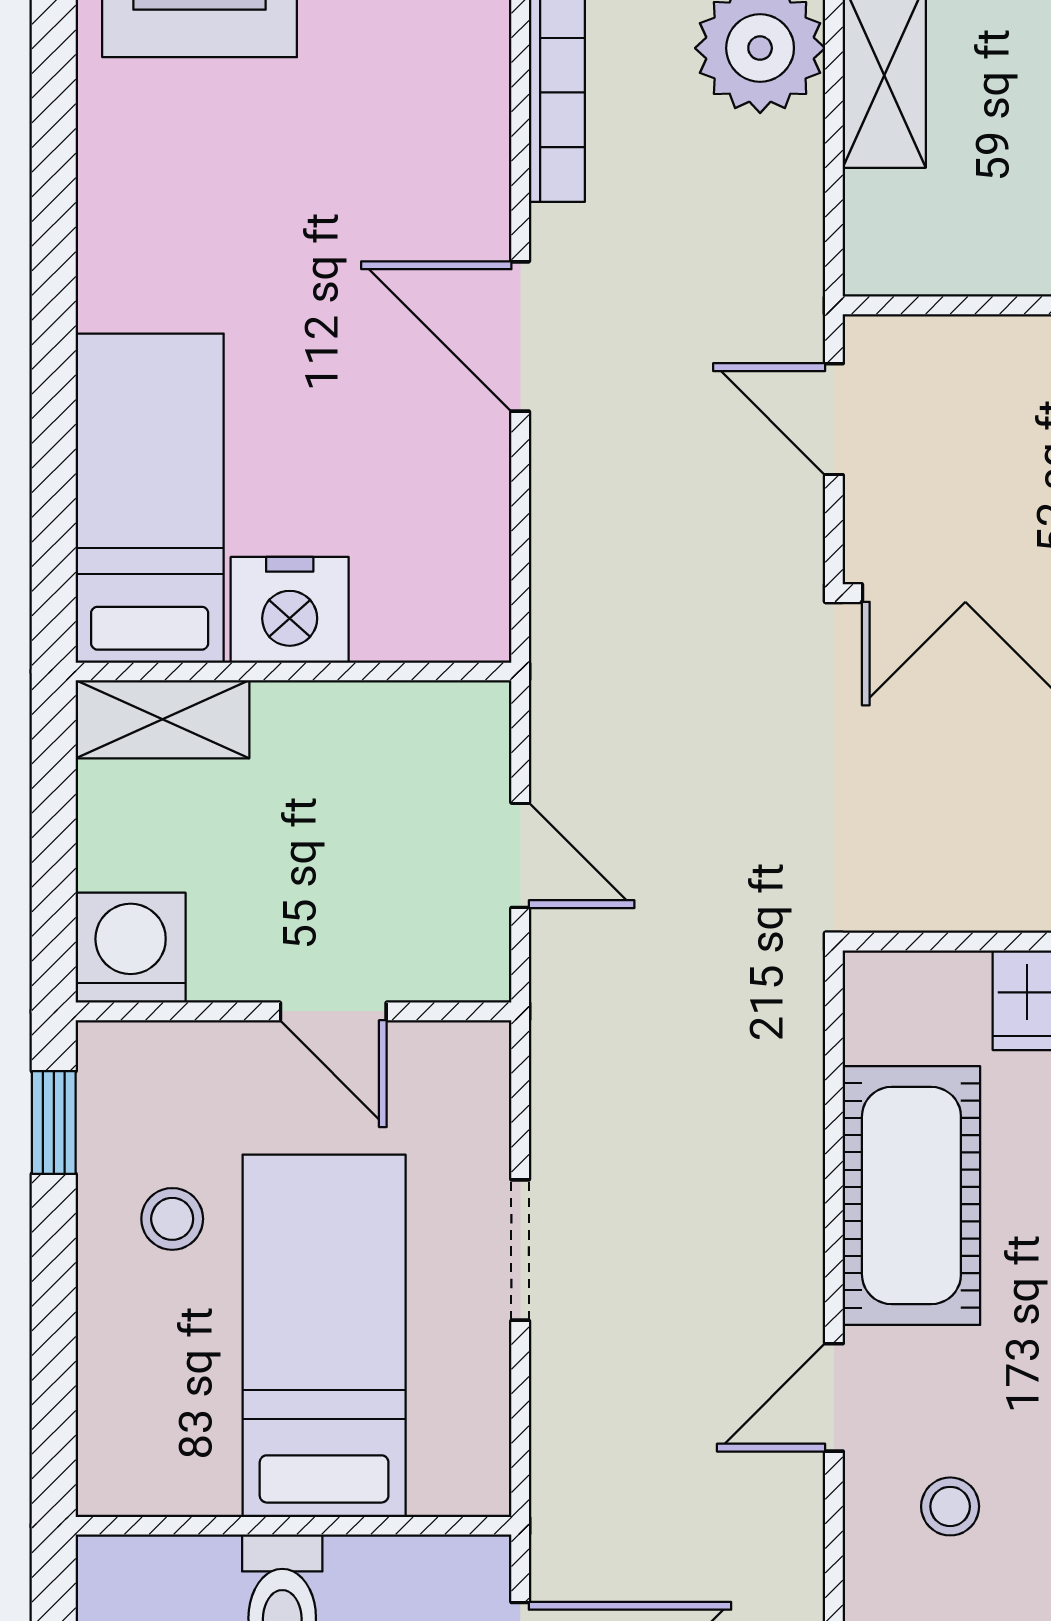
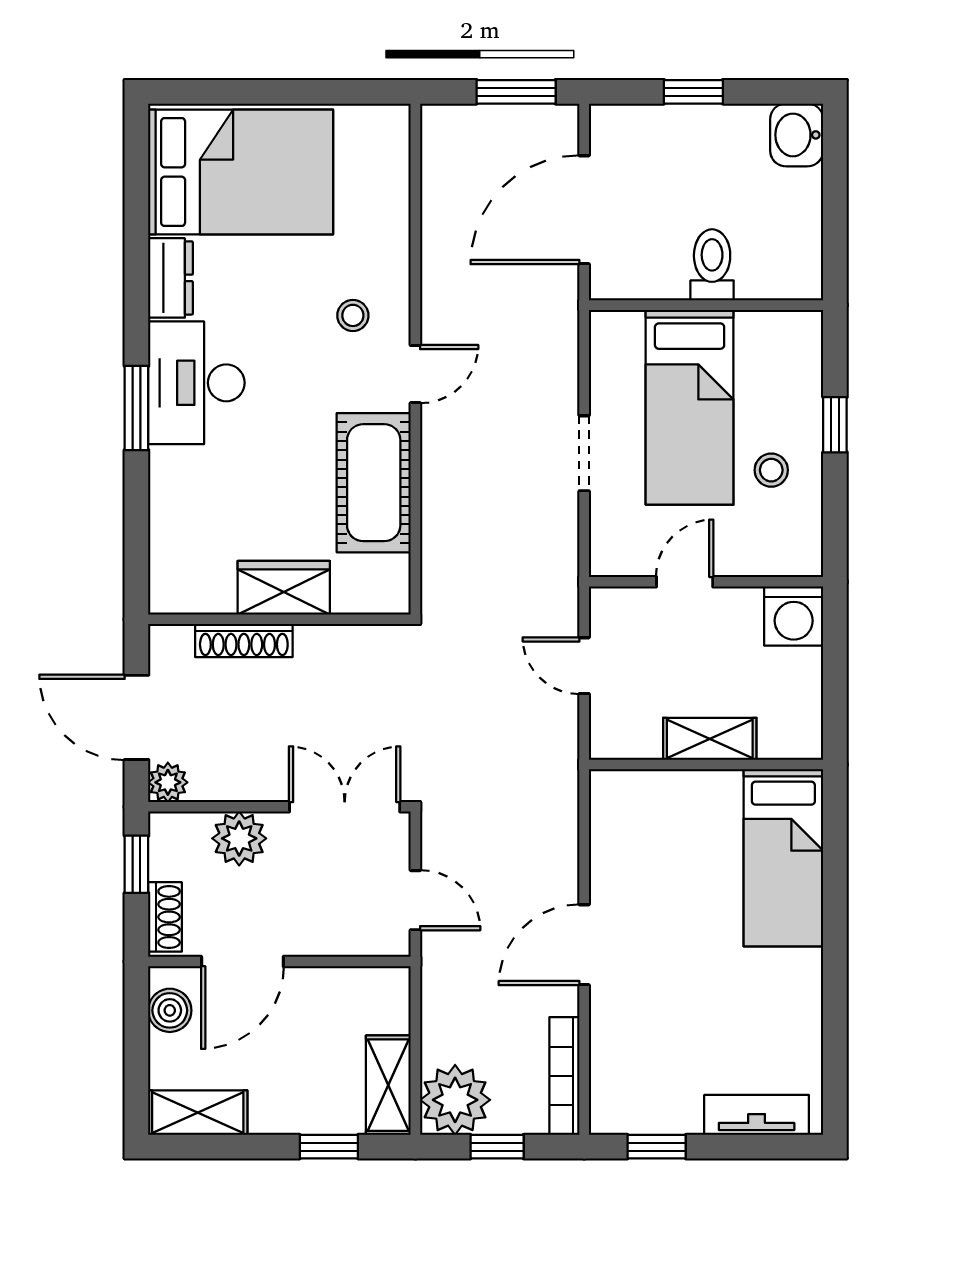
door: (520, 336) -> (584, 945), swing flipped
nightstand: (290, 610) -> (708, 798), removed
shelving: (162, 719) -> (710, 739), moved
door: (333, 1011) -> (685, 582), hinge flipped
window: (54, 1122) -> (835, 425), moved

